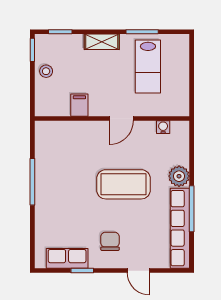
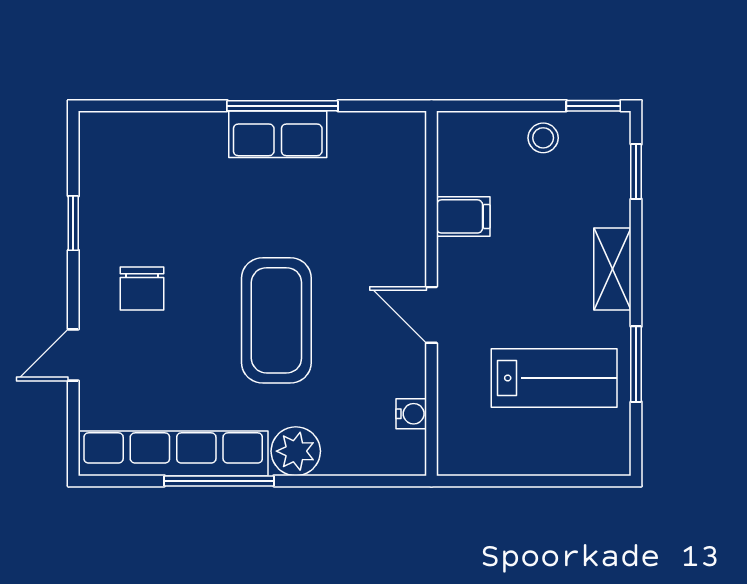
lab bench: (148, 67) -> (554, 378), turned 180
chair: (110, 241) -> (142, 289), turned 90
row of seats: (67, 258) -> (278, 134), moved, turned 90

